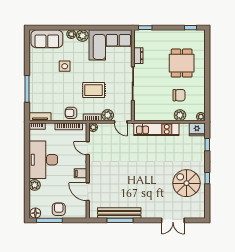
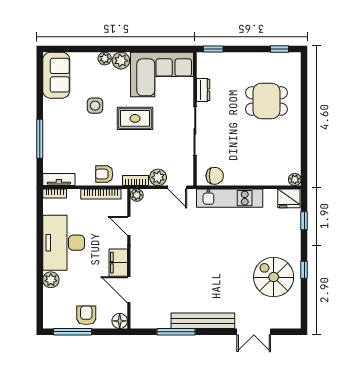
sofa: (47, 39) -> (56, 75), moved, turned -90
dining table: (182, 63) -> (267, 101), turned 90
rug: (94, 90) -> (135, 118), moved
chair: (179, 95) -> (215, 176), moved
plant: (180, 115) -> (264, 177), removed
filing cabinet: (81, 173) -> (118, 263), width x2.00
floor lamp: (35, 213) -> (120, 321), moved
bench: (119, 213) -> (203, 321), moved

